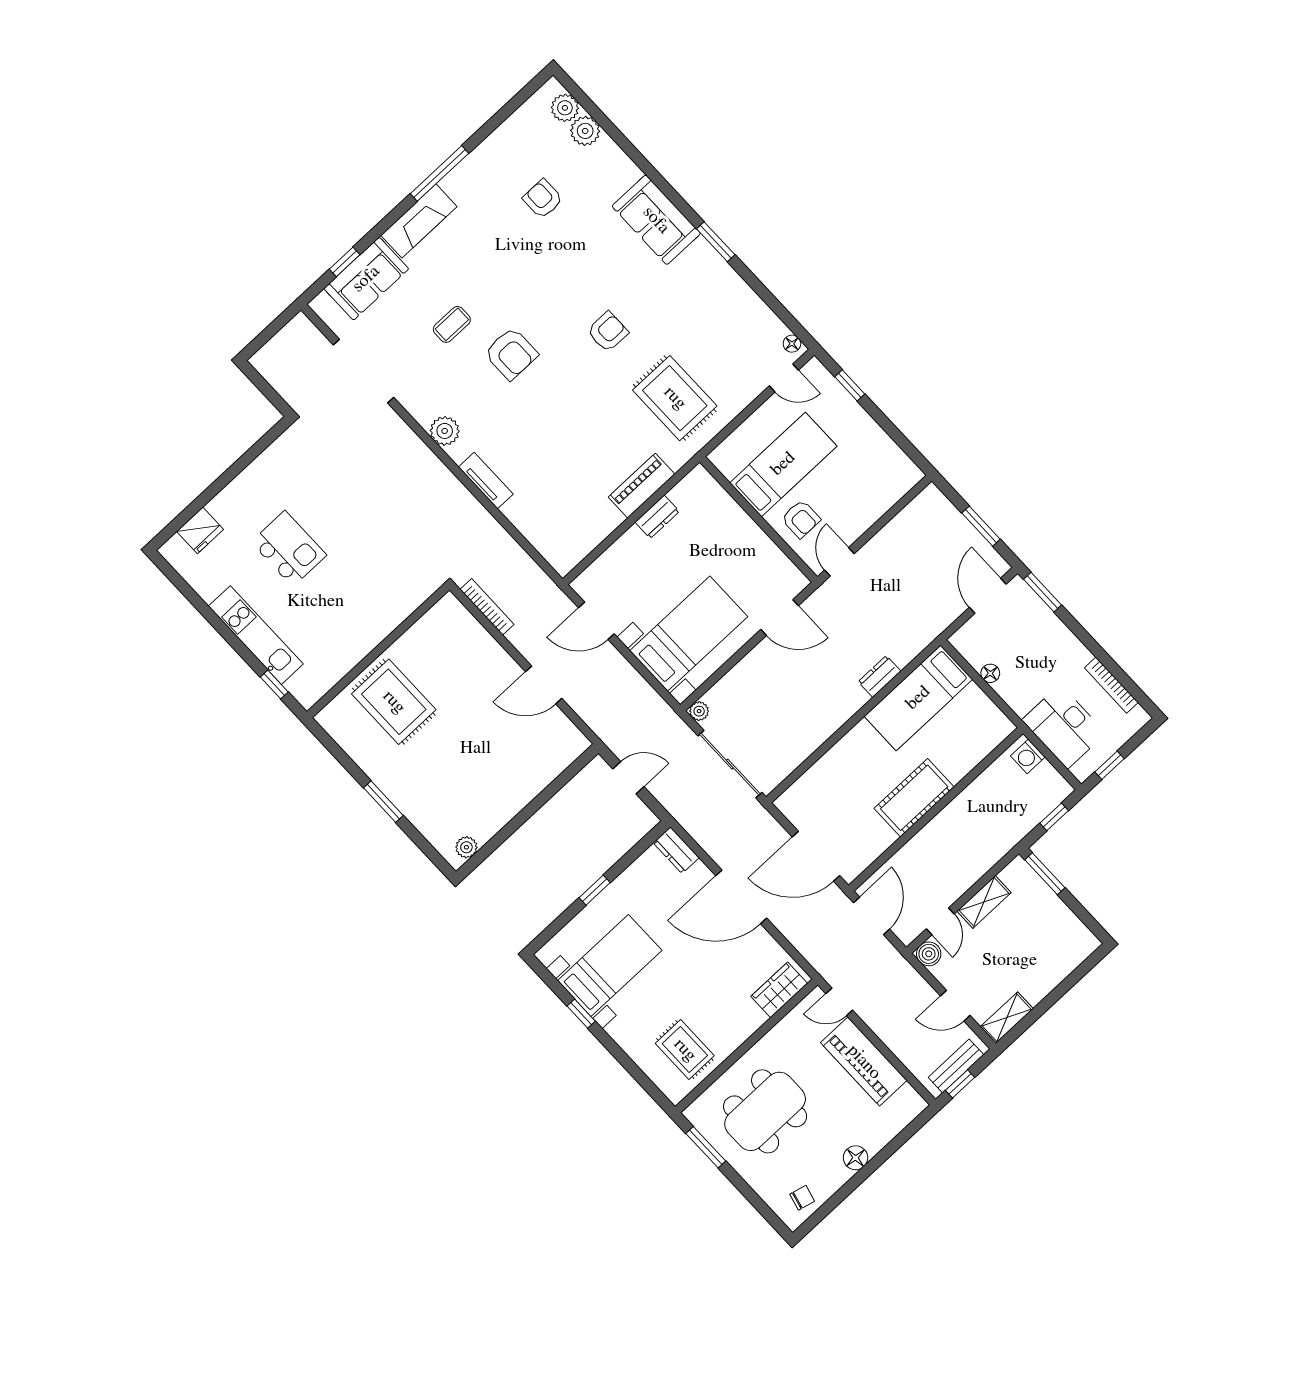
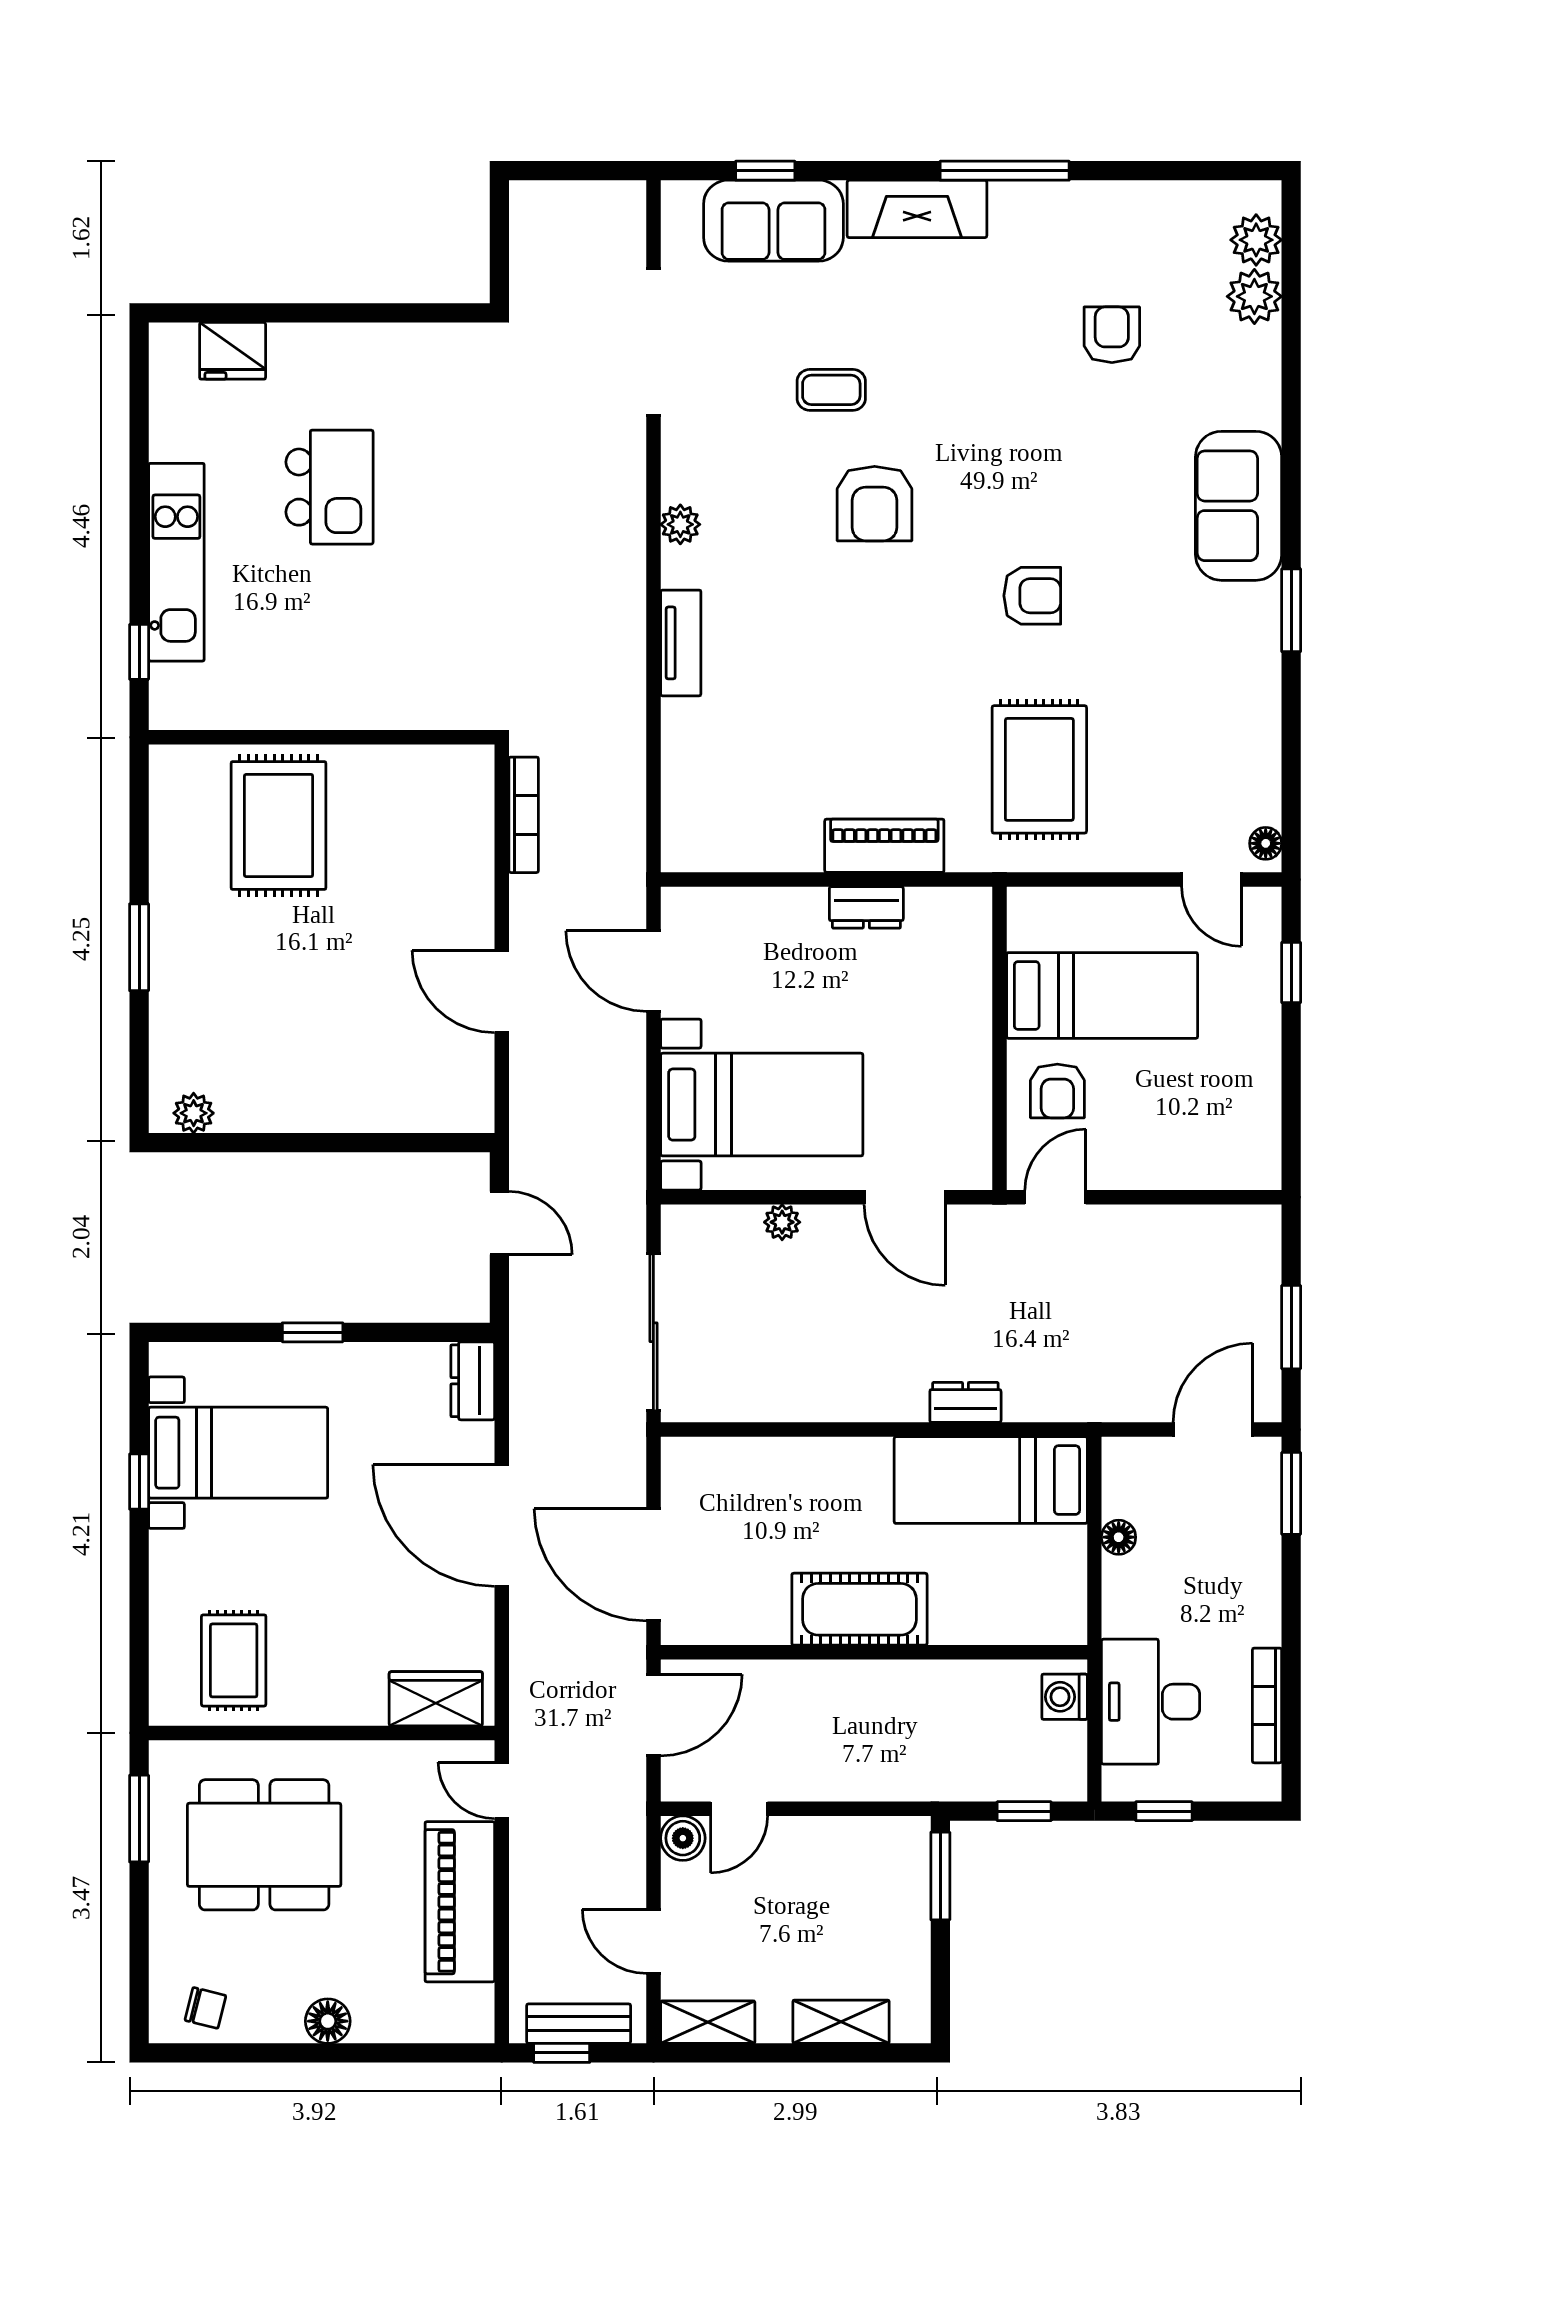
plant: (445, 431) -> (680, 524), width x0.73, depth x0.73
plant: (699, 711) -> (782, 1222), moved
shelving: (984, 902) -> (841, 2022), moved

